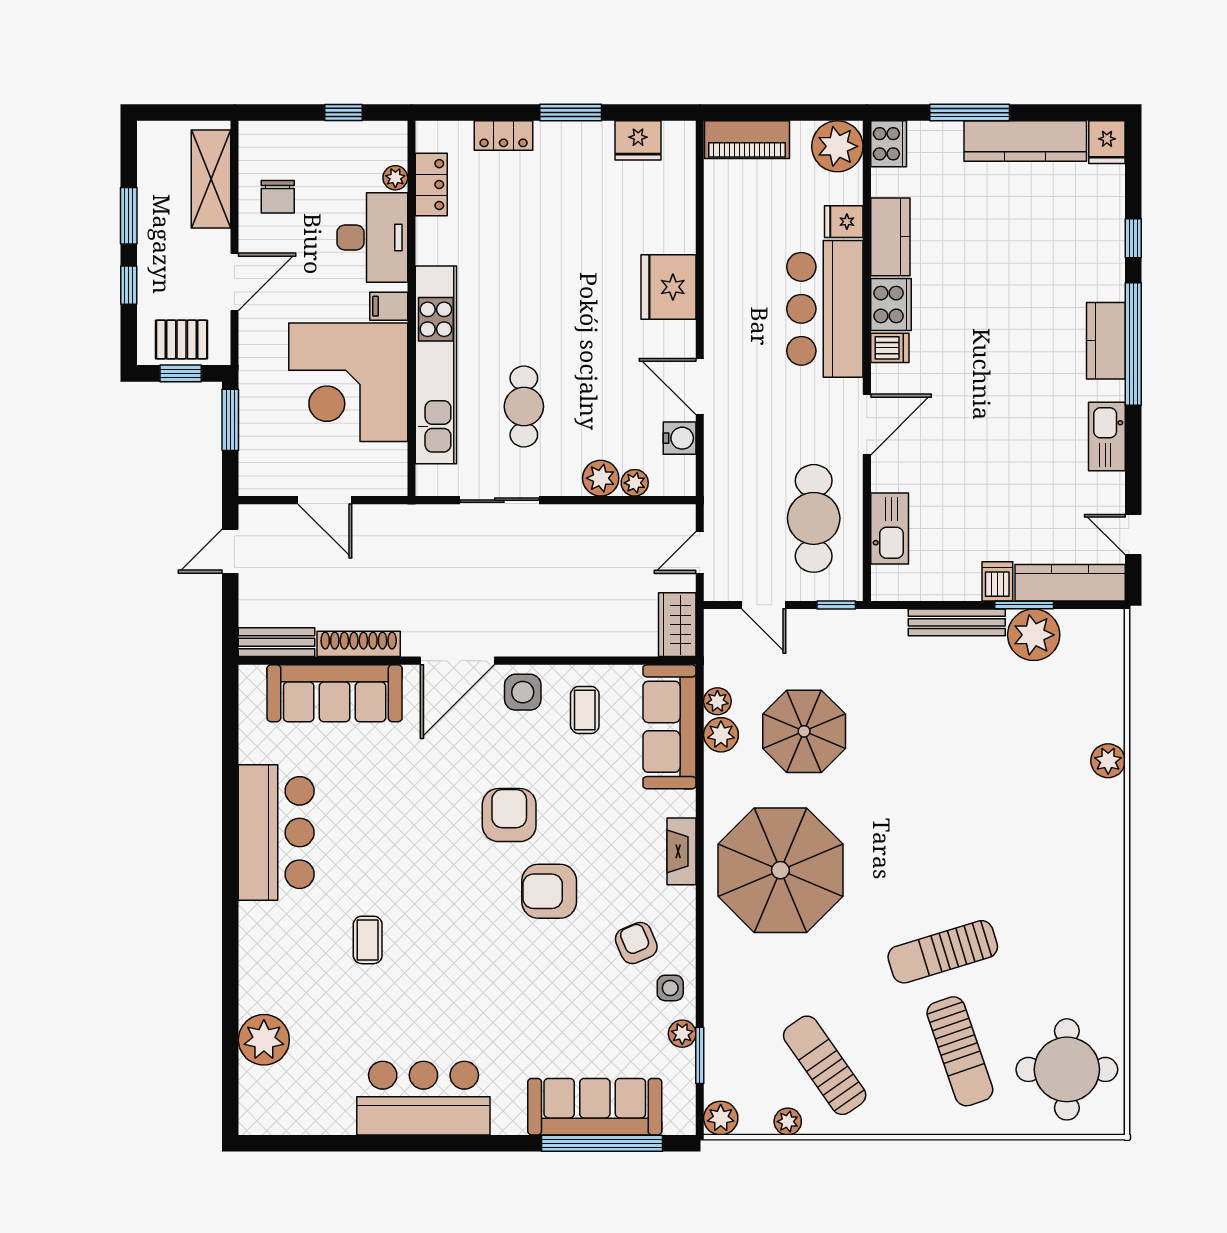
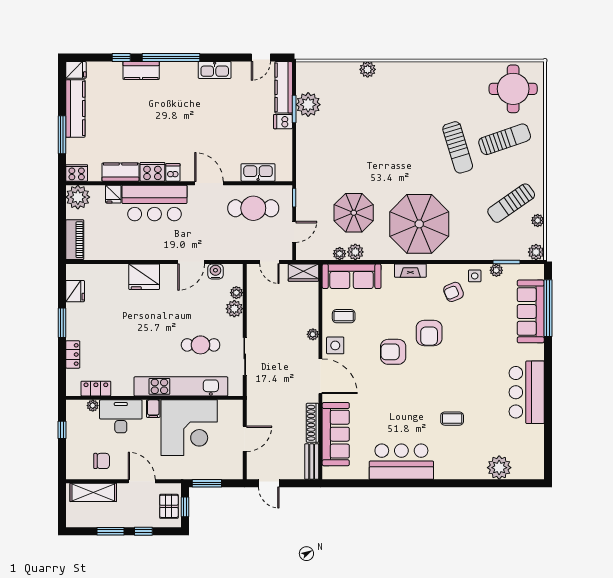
kitchen counter: (1106, 341) -> (141, 70), moved
bench: (957, 622) -> (302, 141), removed
plant: (546, 644) -> (313, 334), added

